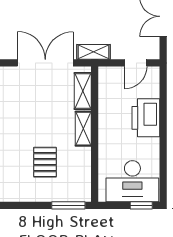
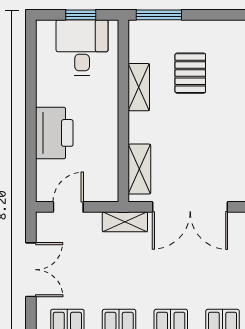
shelving: (83, 129) -> (139, 87), moved
desk: (132, 181) -> (82, 47), width x0.73
window: (141, 205) -> (81, 15), moved

